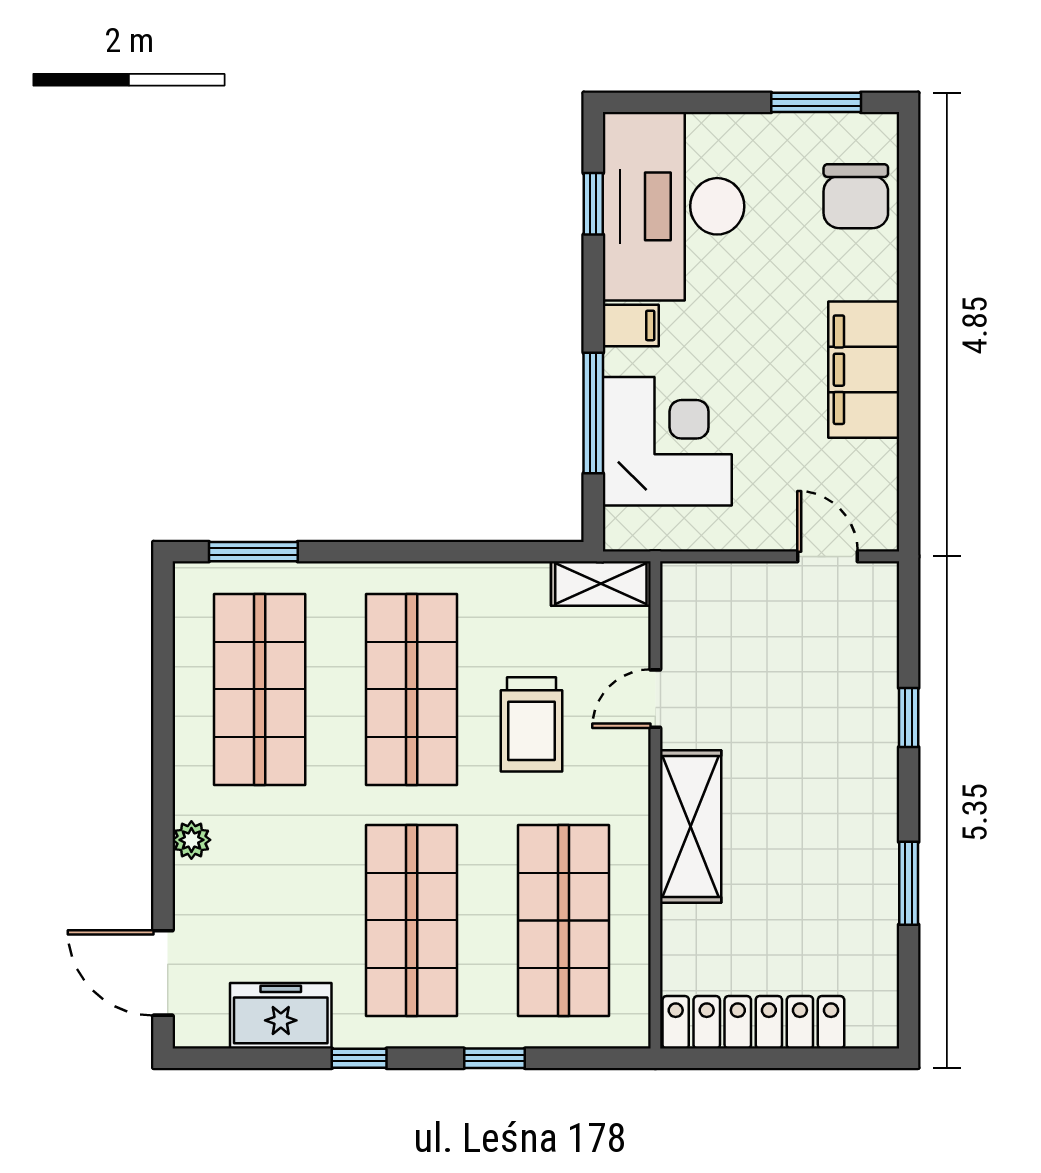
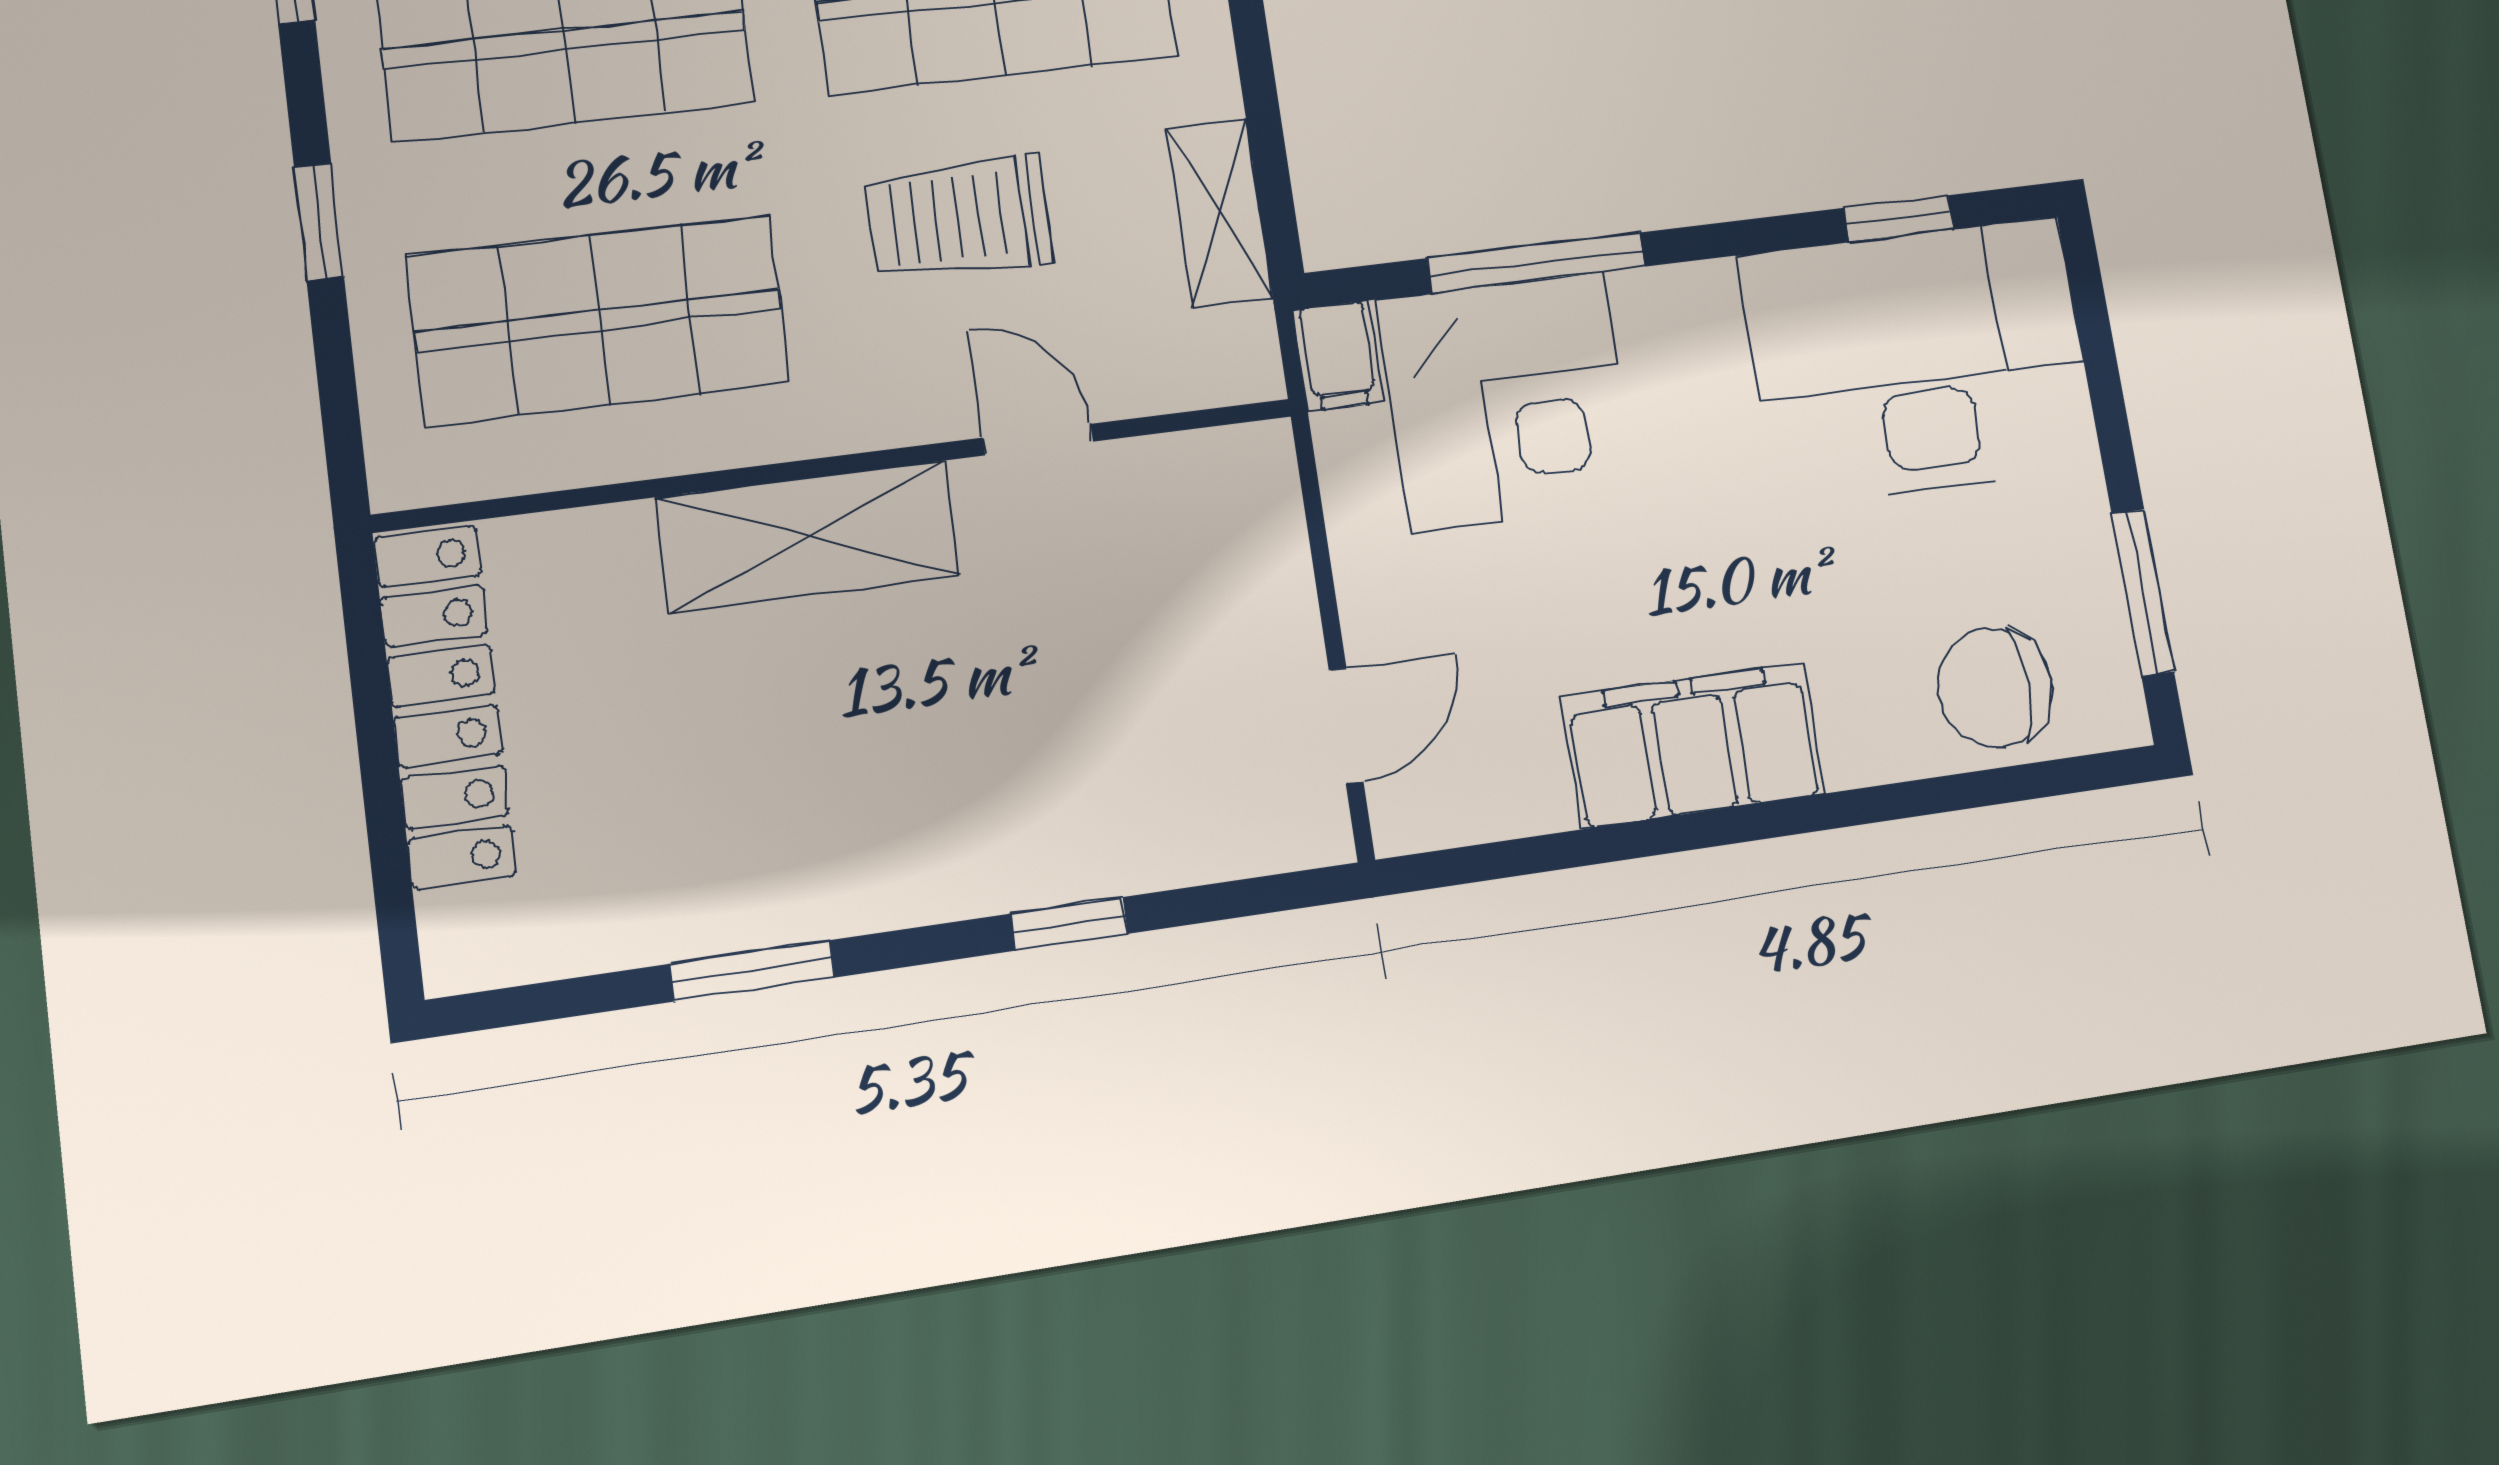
filing cabinet: (631, 325) -> (1338, 356), moved
shelving: (601, 584) -> (1219, 213), moved

